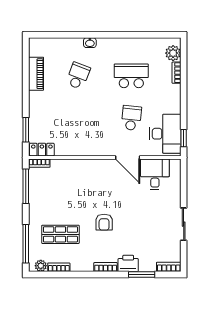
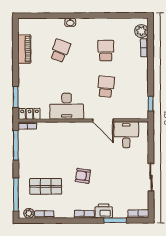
school desk: (131, 76) -> (106, 51), width x0.54
desk: (165, 134) -> (67, 106), moved, turned 90
armchair: (104, 222) -> (83, 176), turned 98

